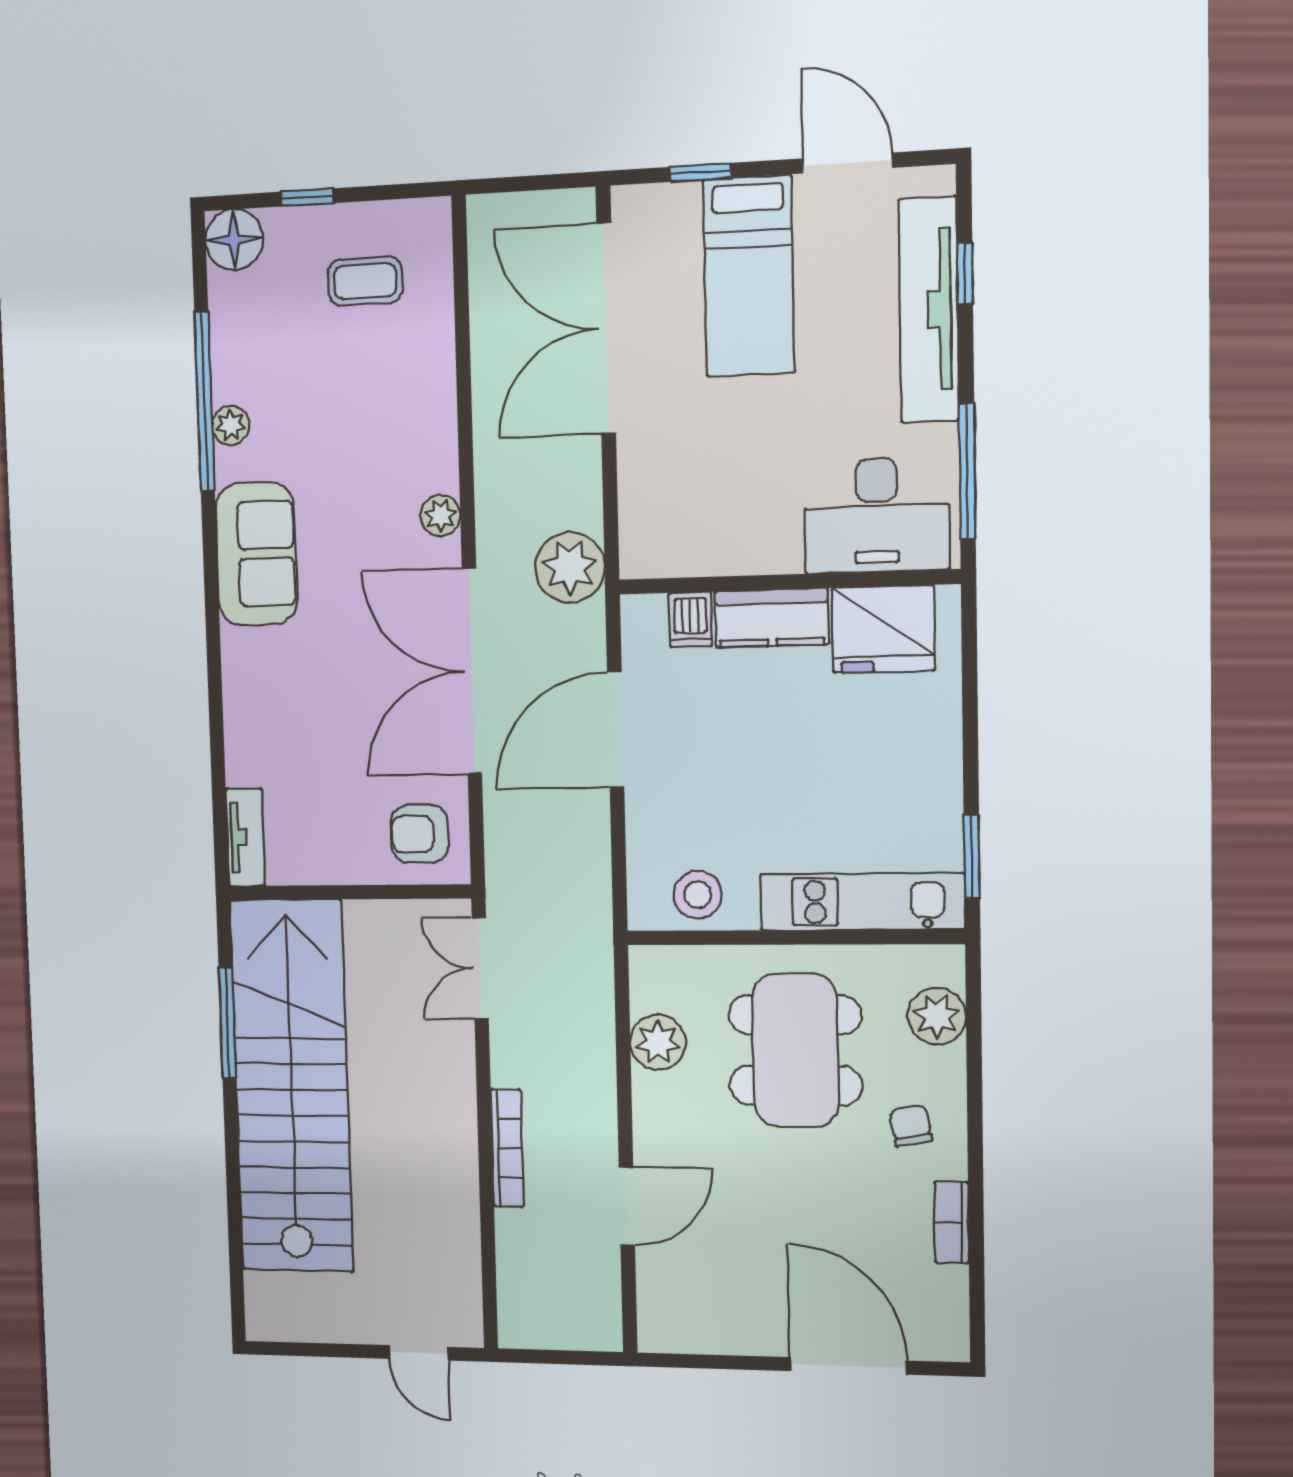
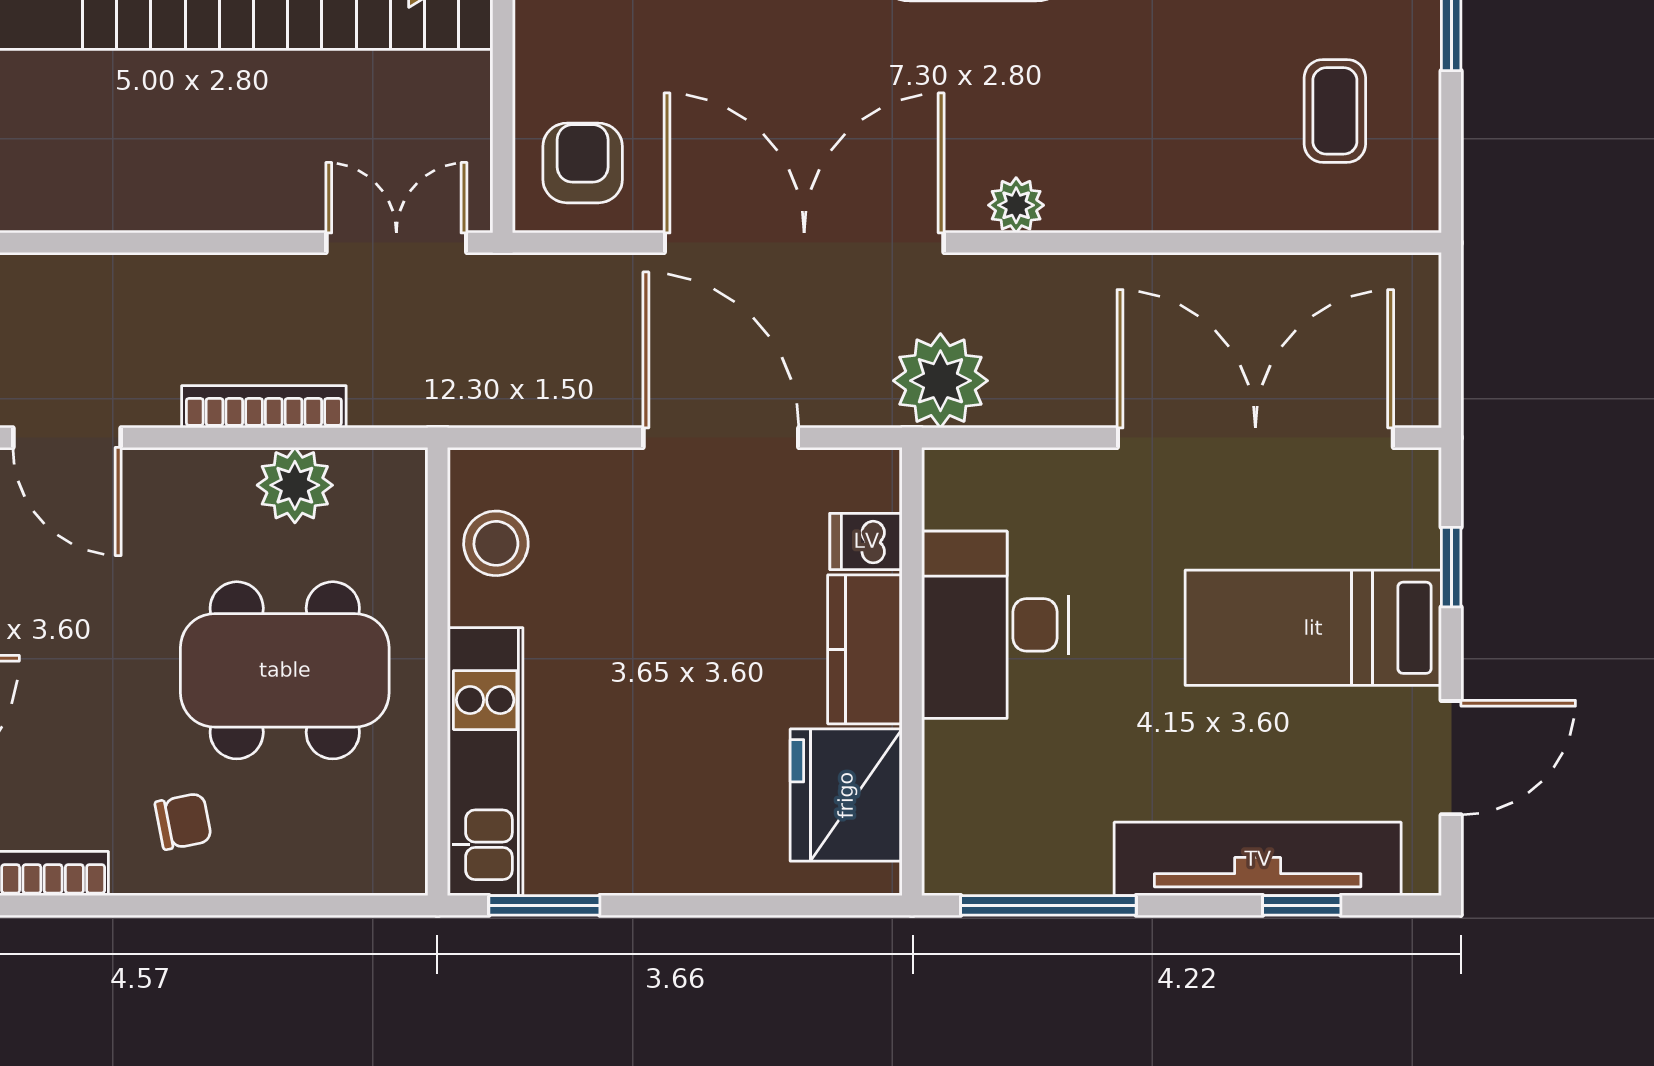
desk: (876, 515) -> (995, 625), moved
plant: (937, 1016) -> (332, 858), removed
bookcase: (507, 1148) -> (264, 407), moved, turned 180

